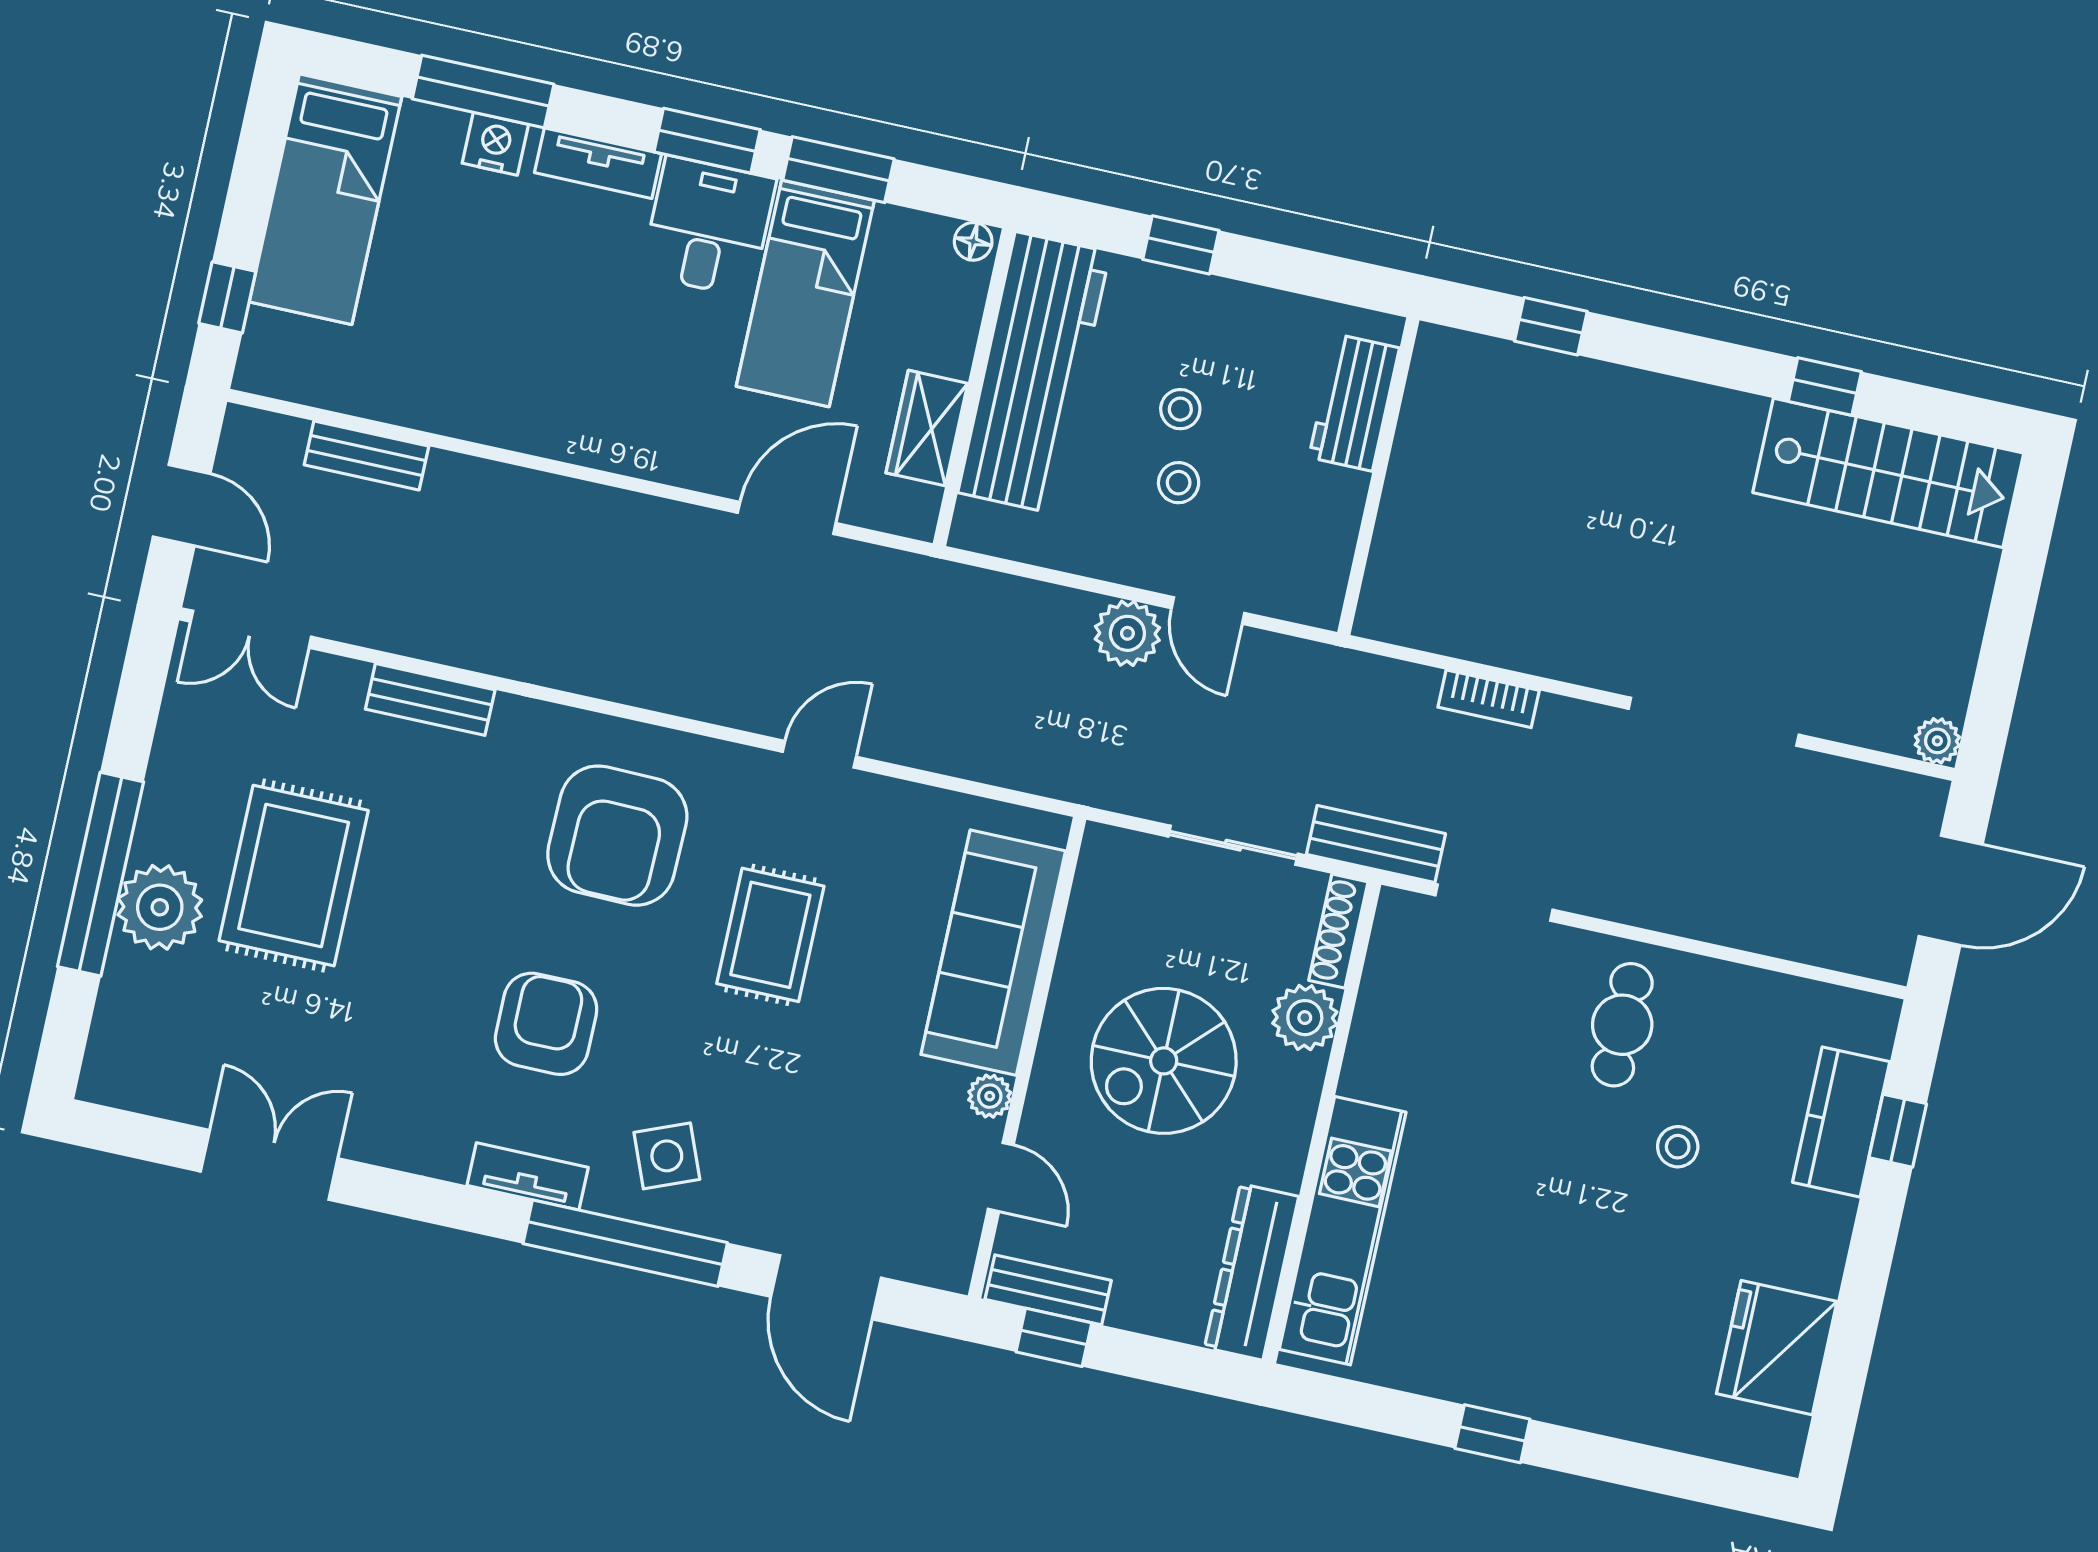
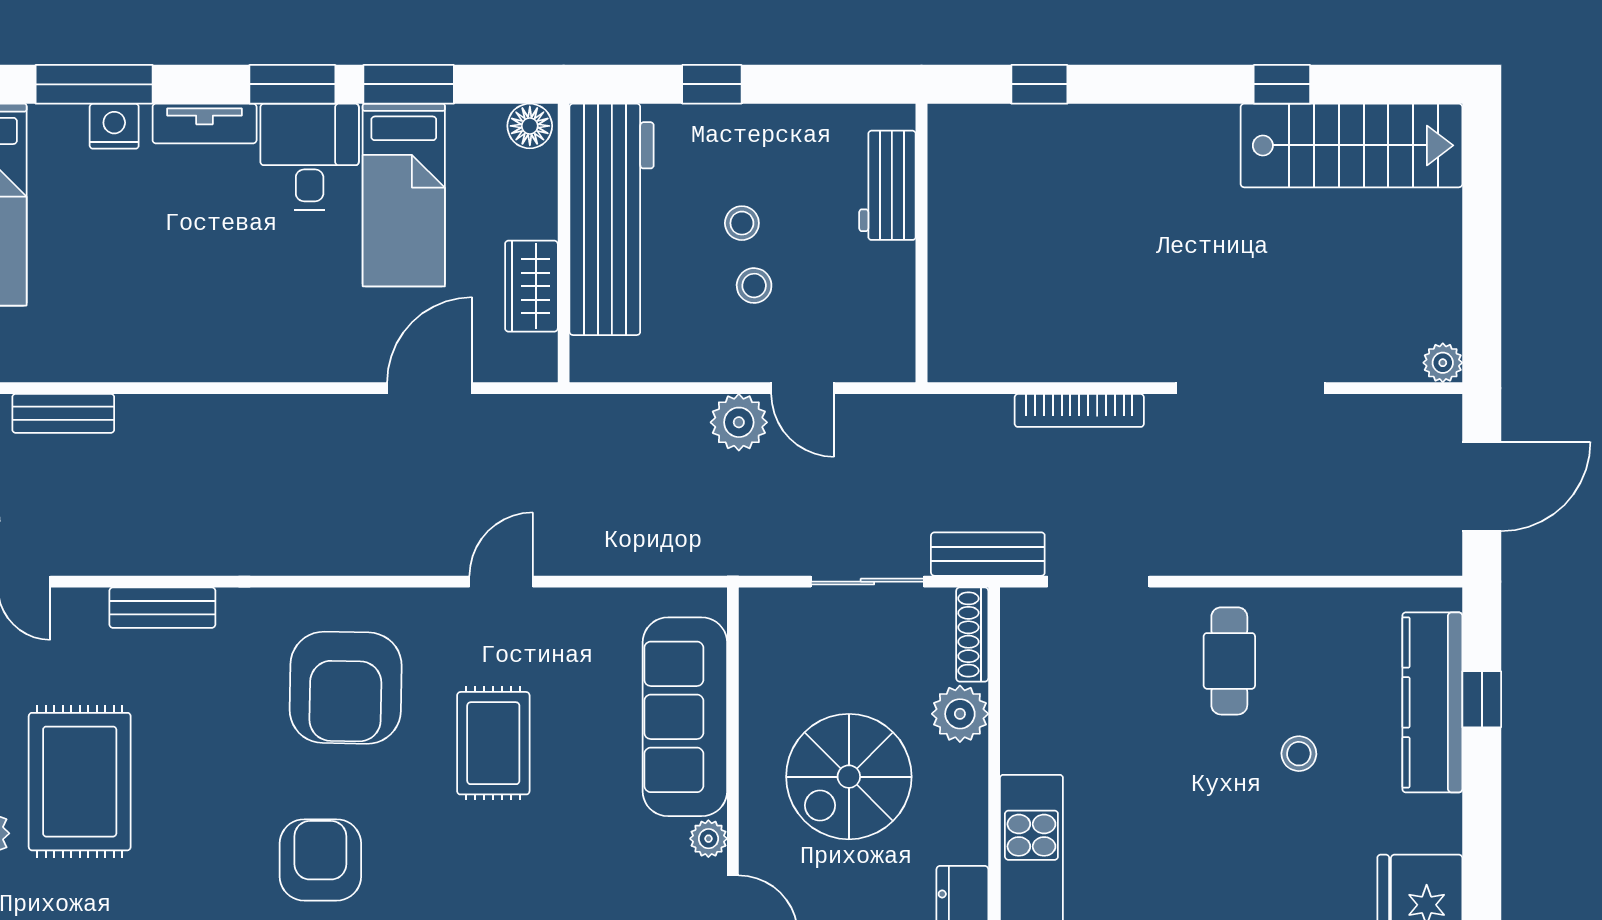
floor lamp: (973, 241) -> (530, 126), width x1.37, depth x1.37
bookcase: (1489, 699) -> (1079, 410), width x1.56
kitchen counter: (1841, 1122) -> (1432, 702), width x1.50

